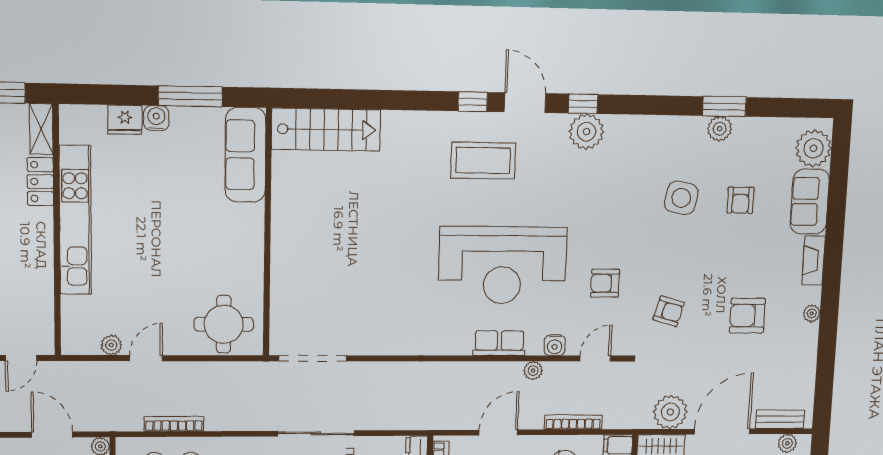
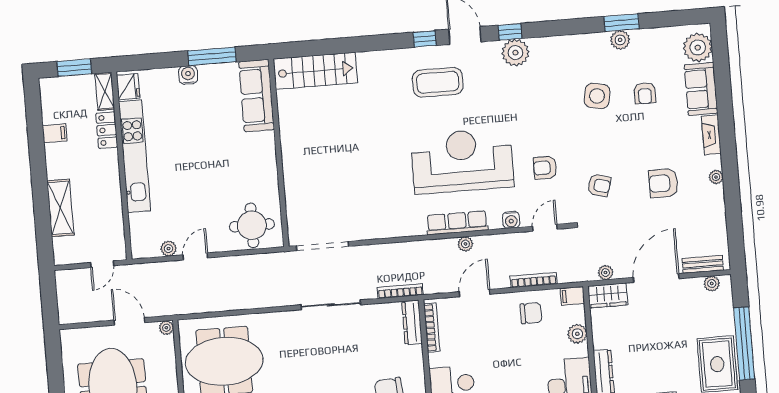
fridge: (125, 120) -> (128, 87), moved, turned -90
reception desk: (503, 265) -> (462, 161), turned 180
row of seats: (499, 343) -> (457, 223), width x1.48
plant: (533, 371) -> (465, 244), moved
plant: (670, 412) -> (605, 273), width x0.53, depth x0.53
bookcase: (174, 424) -> (400, 291), moved

